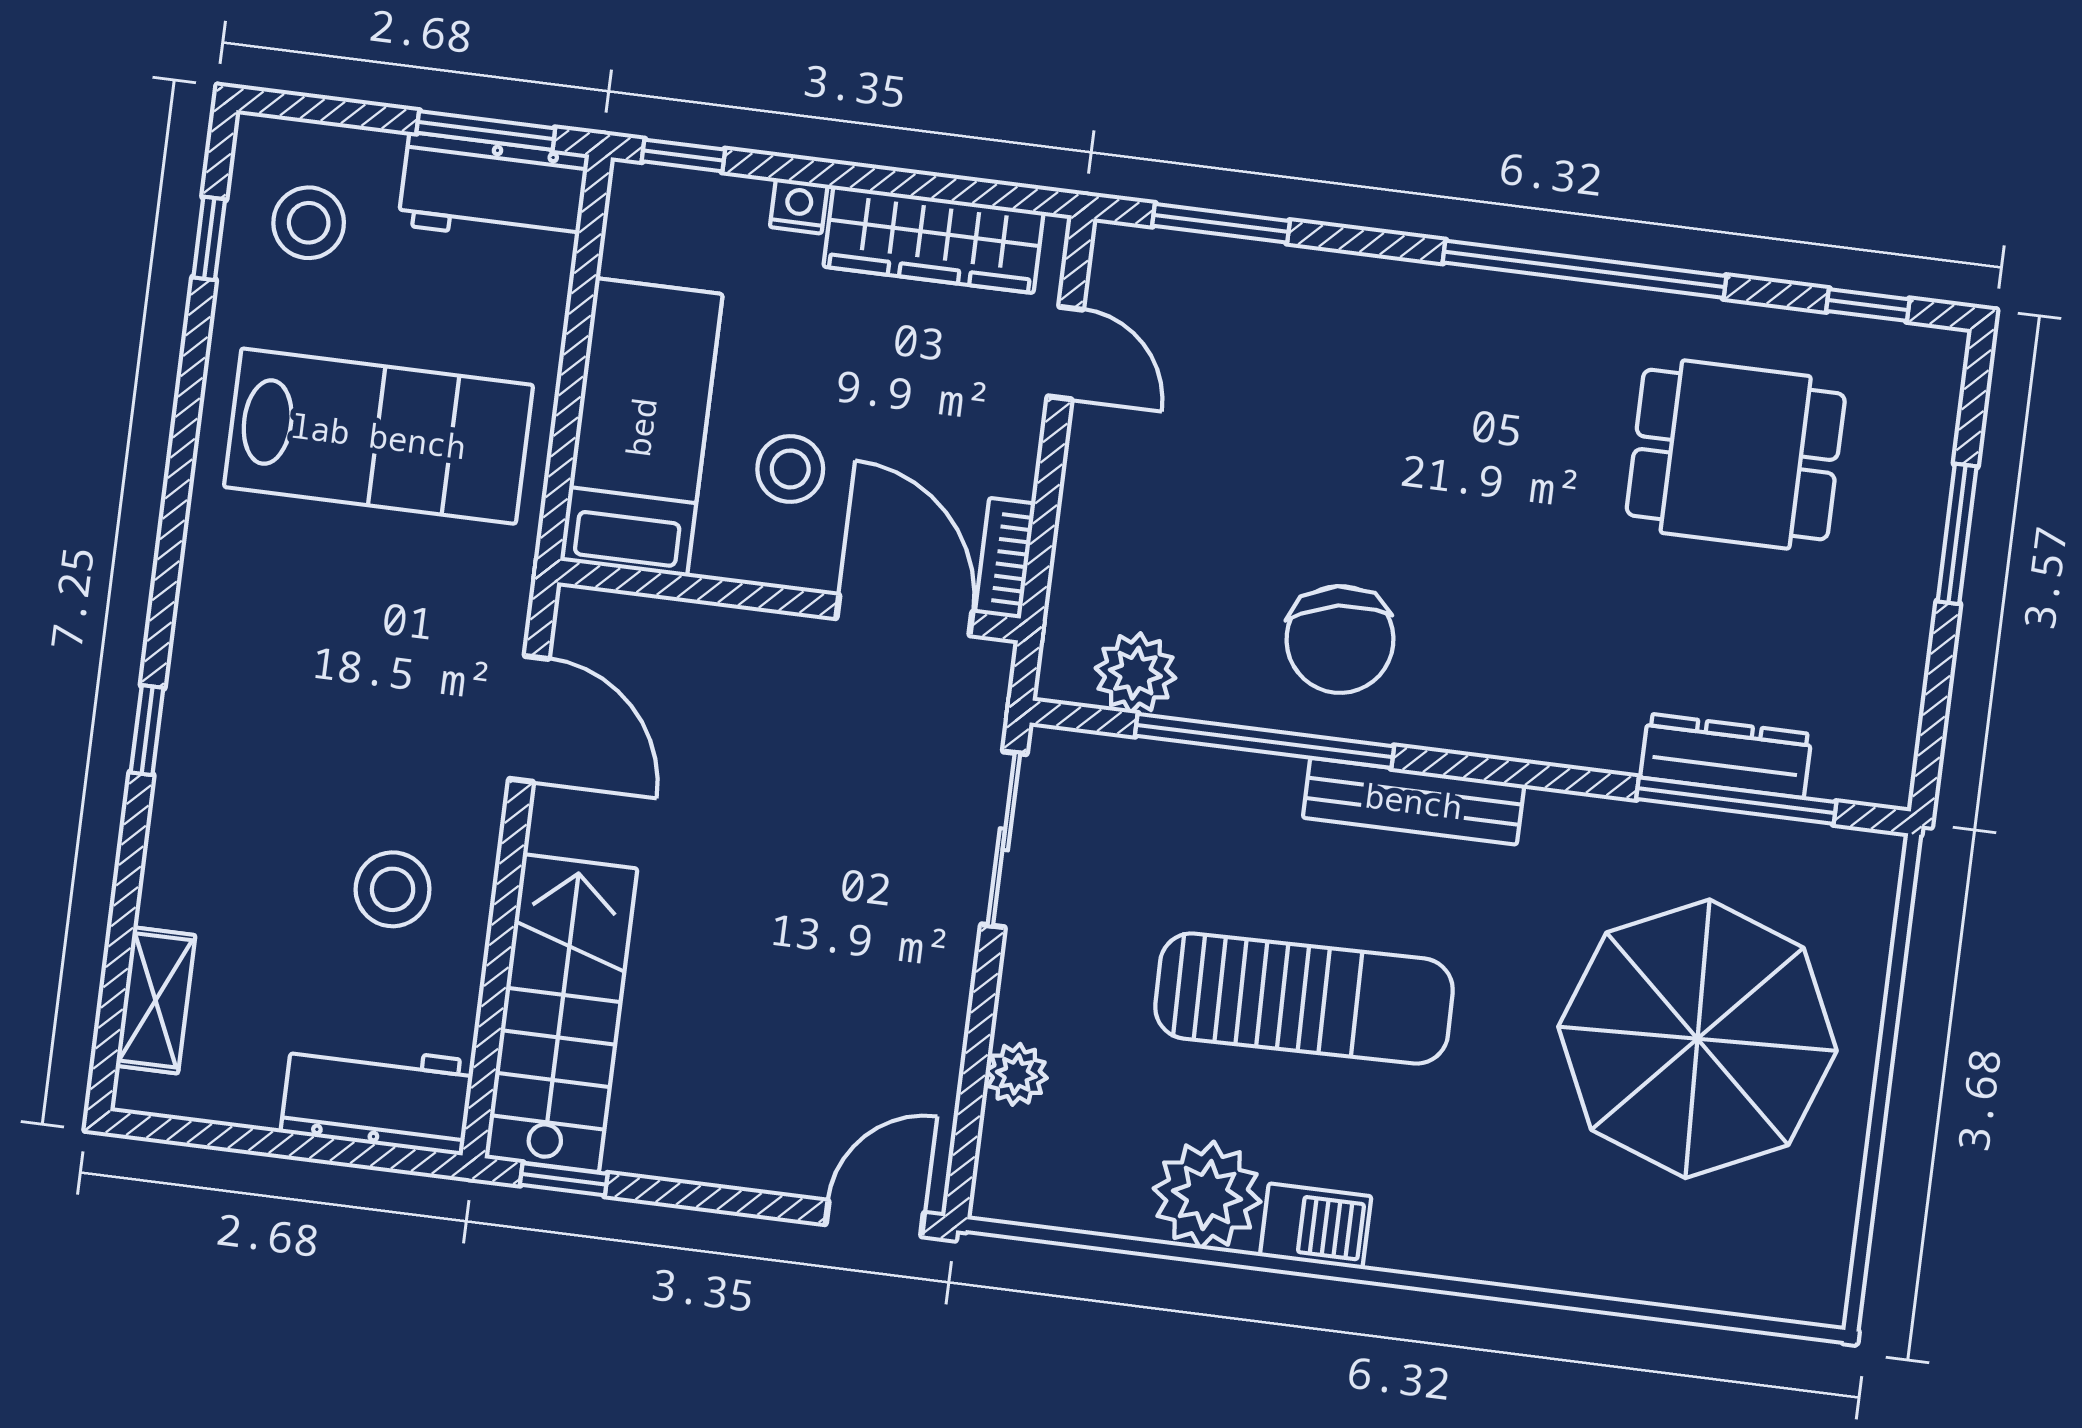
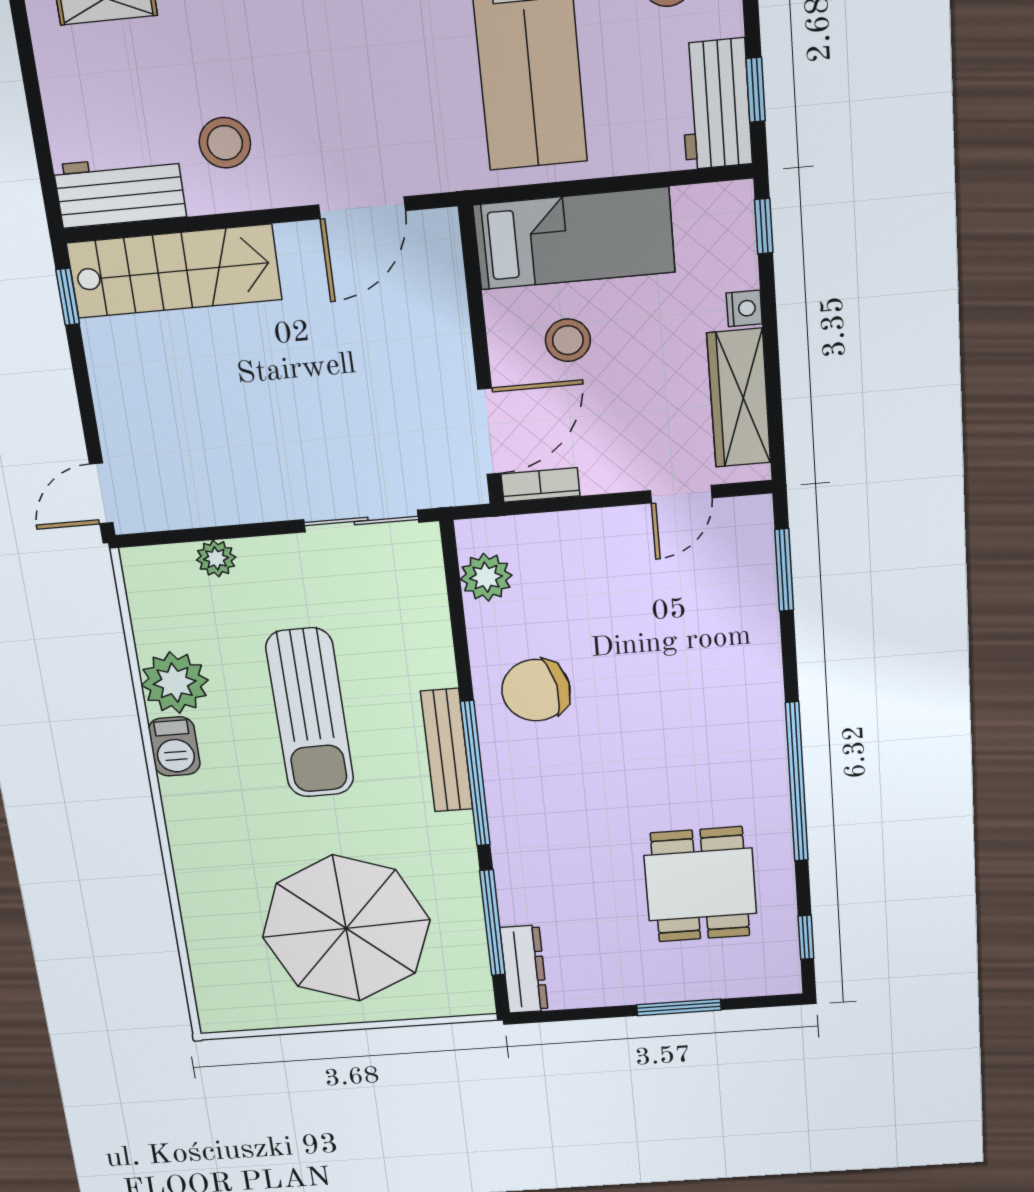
window: (486, 130) -> (756, 90), width x0.67
window: (1264, 741) -> (475, 774), moved
dresser: (1726, 756) -> (524, 969), moved
workbench: (378, 1097) -> (120, 191), moved, turned -90
door: (875, 1219) -> (101, 494), swing flipped

